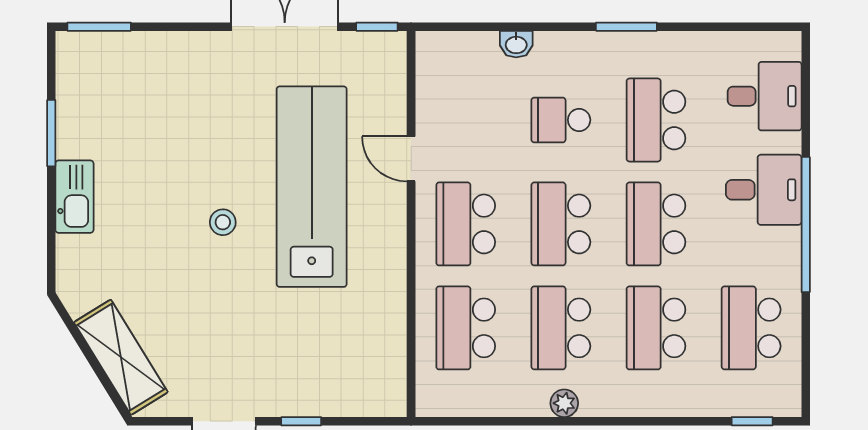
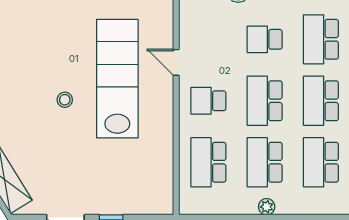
school desk: (466, 224) -> (208, 101), width x0.54

